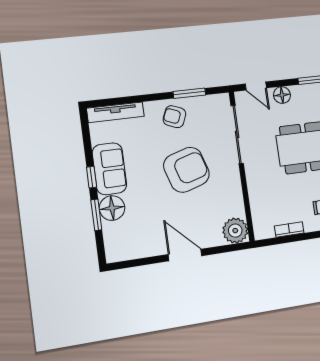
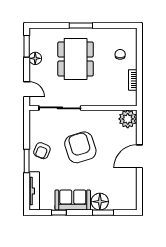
door: (256, 86) -> (27, 89), hinge flipped
window: (189, 93) -> (27, 161), moved
floor lamp: (282, 95) -> (35, 58), moved
window: (92, 177) -> (59, 213), moved

